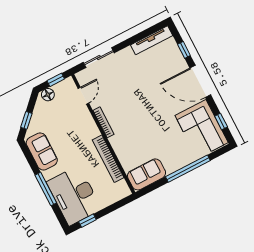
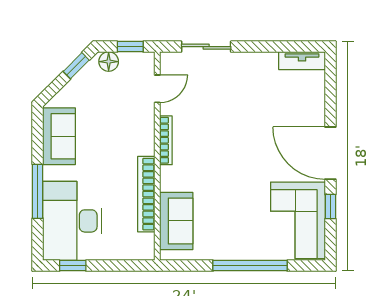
tv unit: (152, 40) -> (302, 61), width x0.71
window: (184, 50) -> (330, 97), removed
window: (26, 120) -> (76, 66), moved
window: (221, 121) -> (330, 207), moved
sofa: (147, 174) -> (176, 221), moved, turned 90

